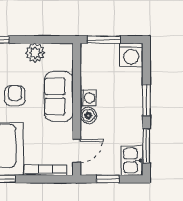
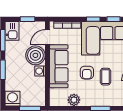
sofa: (59, 96) -> (59, 66), width x1.36
boiler: (88, 115) -> (35, 55), width x1.86, depth x1.86

